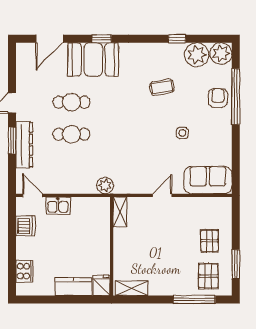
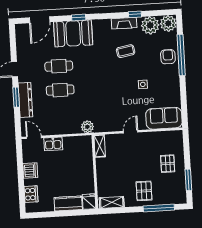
fireplace: (162, 50) -> (124, 23), added
dishwasher: (25, 226) -> (30, 171), moved
pallet: (208, 276) -> (144, 191), moved

